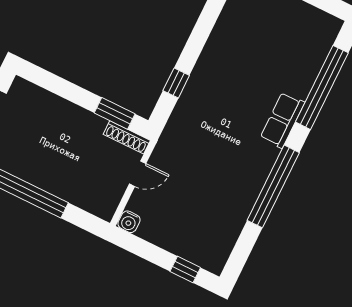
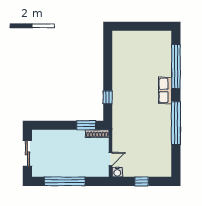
door: (138, 174) -> (110, 159), moved
window: (185, 269) -> (142, 181), moved

